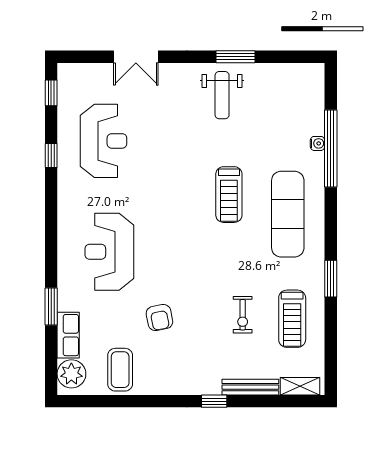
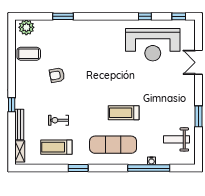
weight bench: (222, 95) -> (177, 139), moved
reception desk: (104, 141) -> (153, 45), width x1.36, depth x1.30
reception desk: (109, 252) -> (93, 48), removed
row of seats: (68, 335) -> (47, 26), removed

